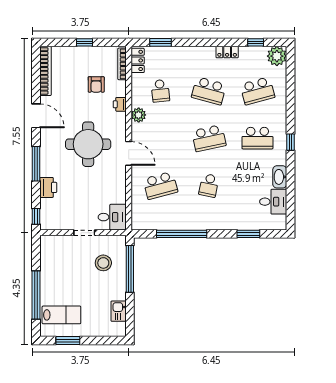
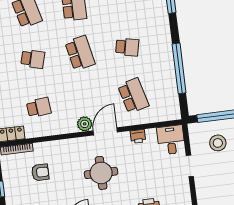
school desk: (209, 91) -> (33, 59), width x0.54
printer: (120, 104) -> (138, 136), moved
plant: (139, 115) -> (85, 124), moved
round table: (88, 144) -> (101, 173), width x0.73, depth x0.73

